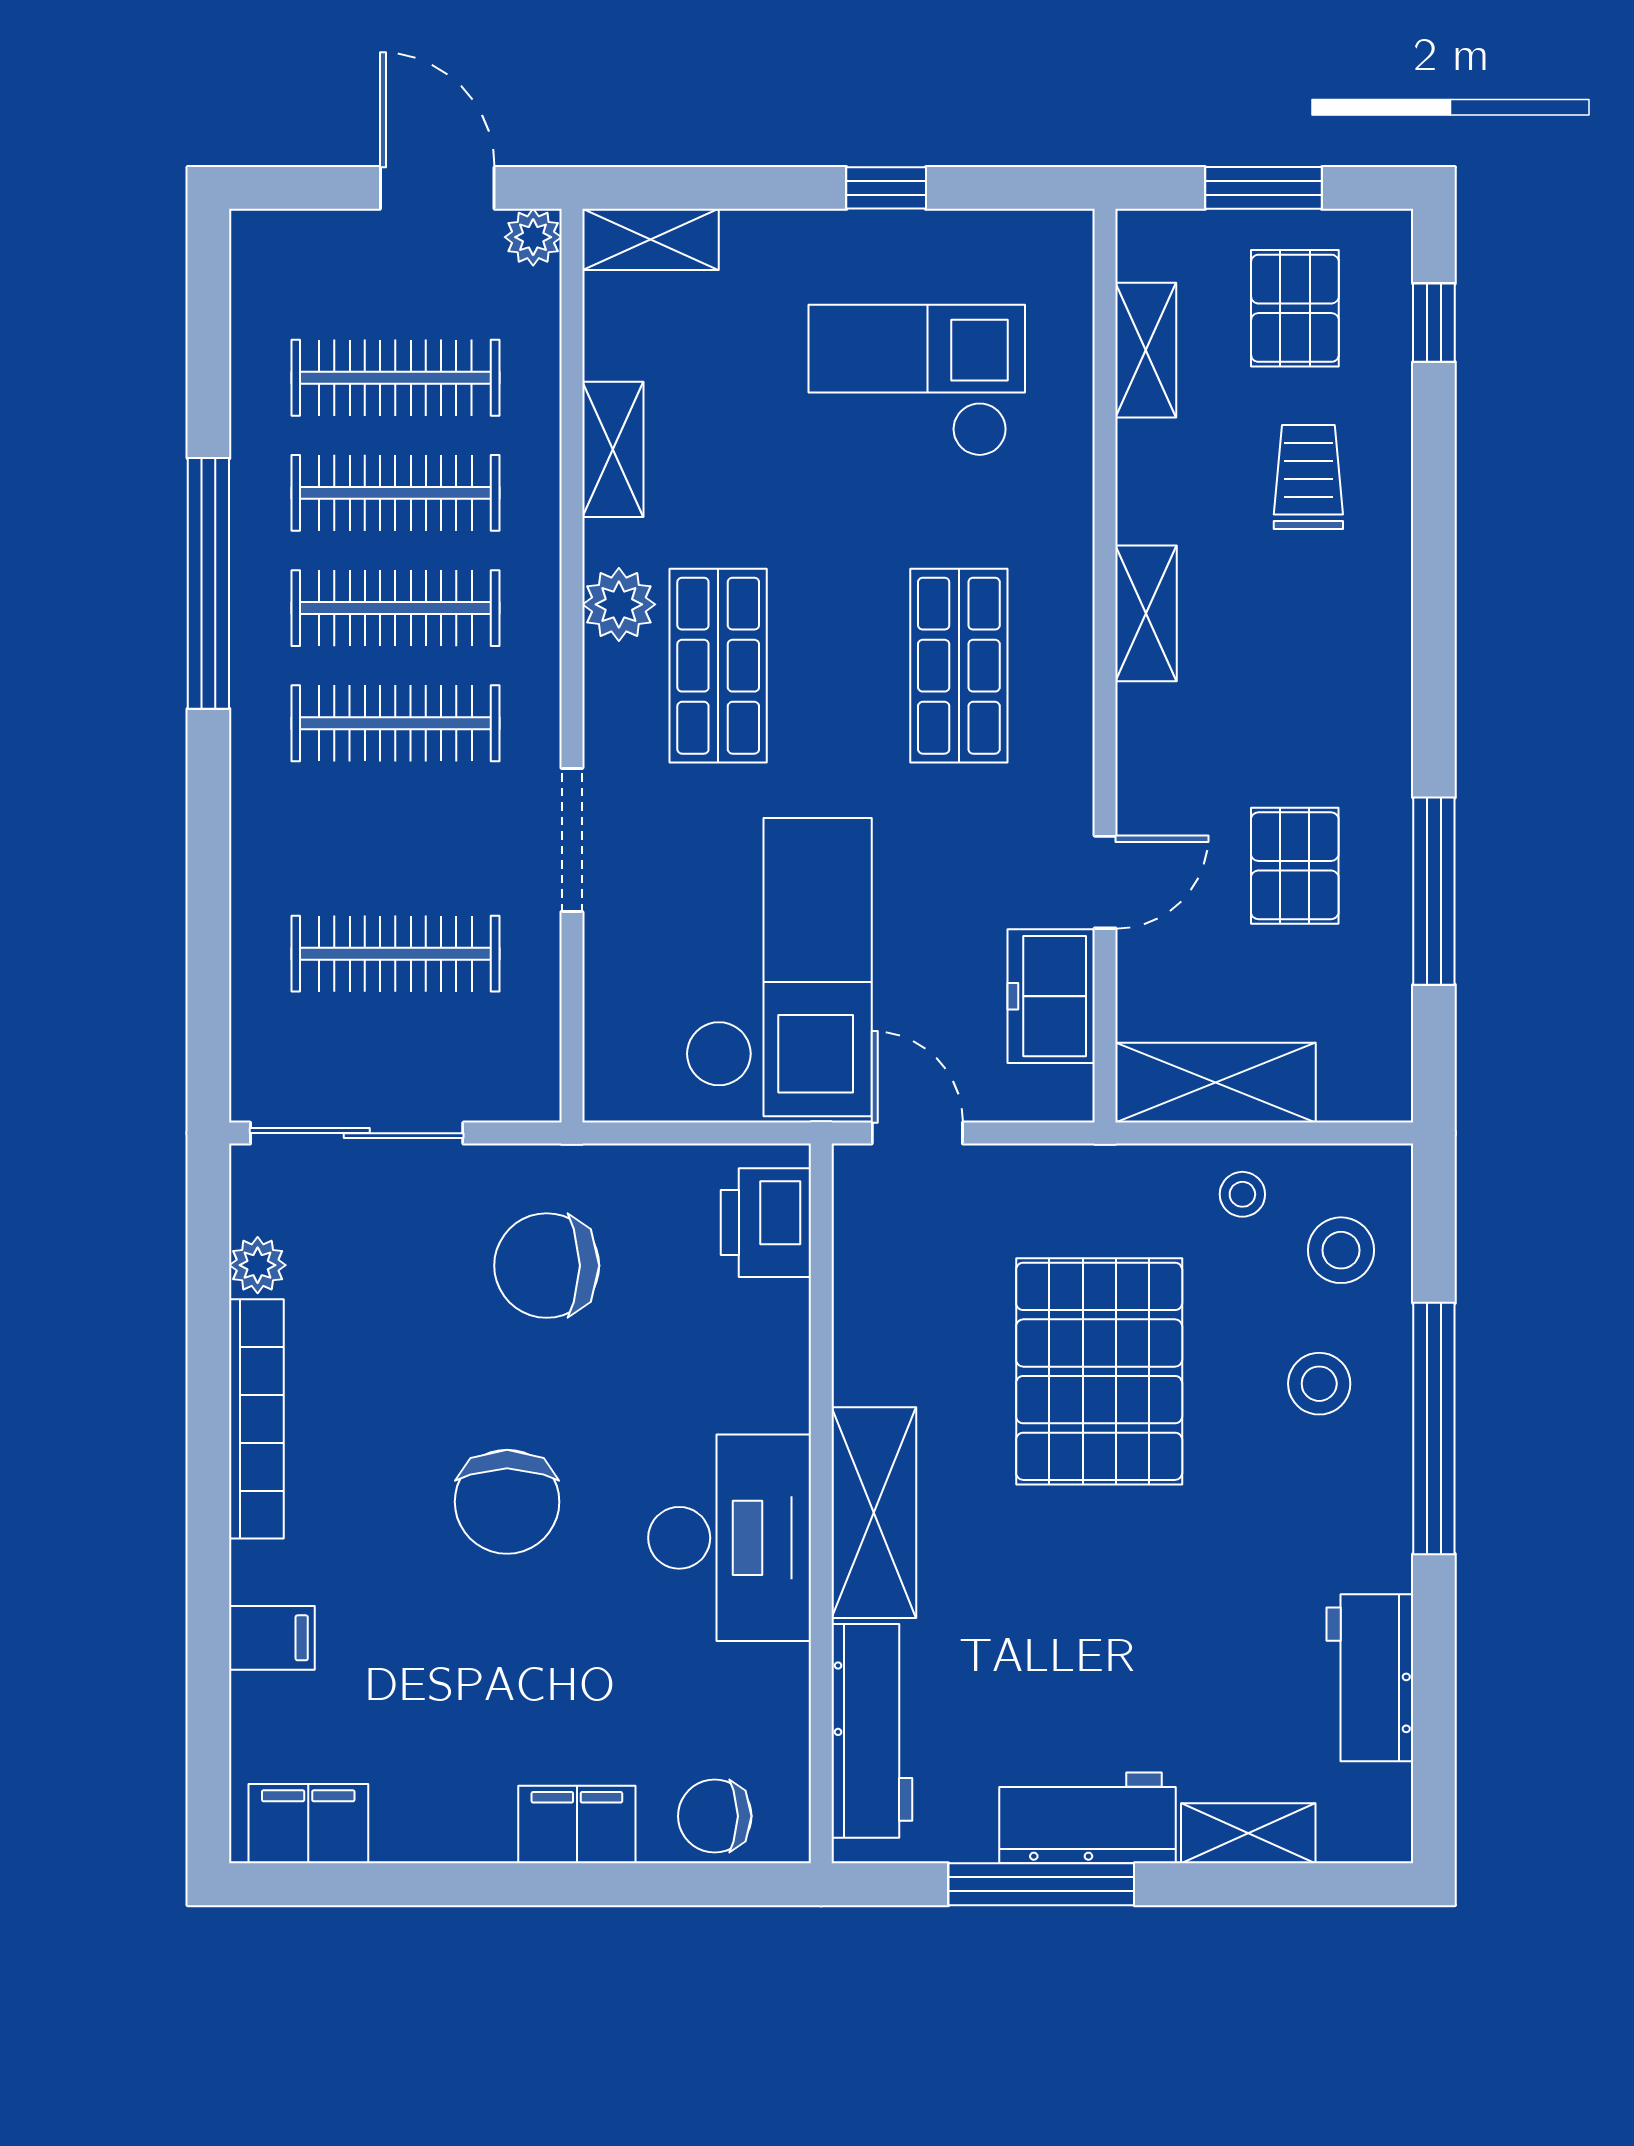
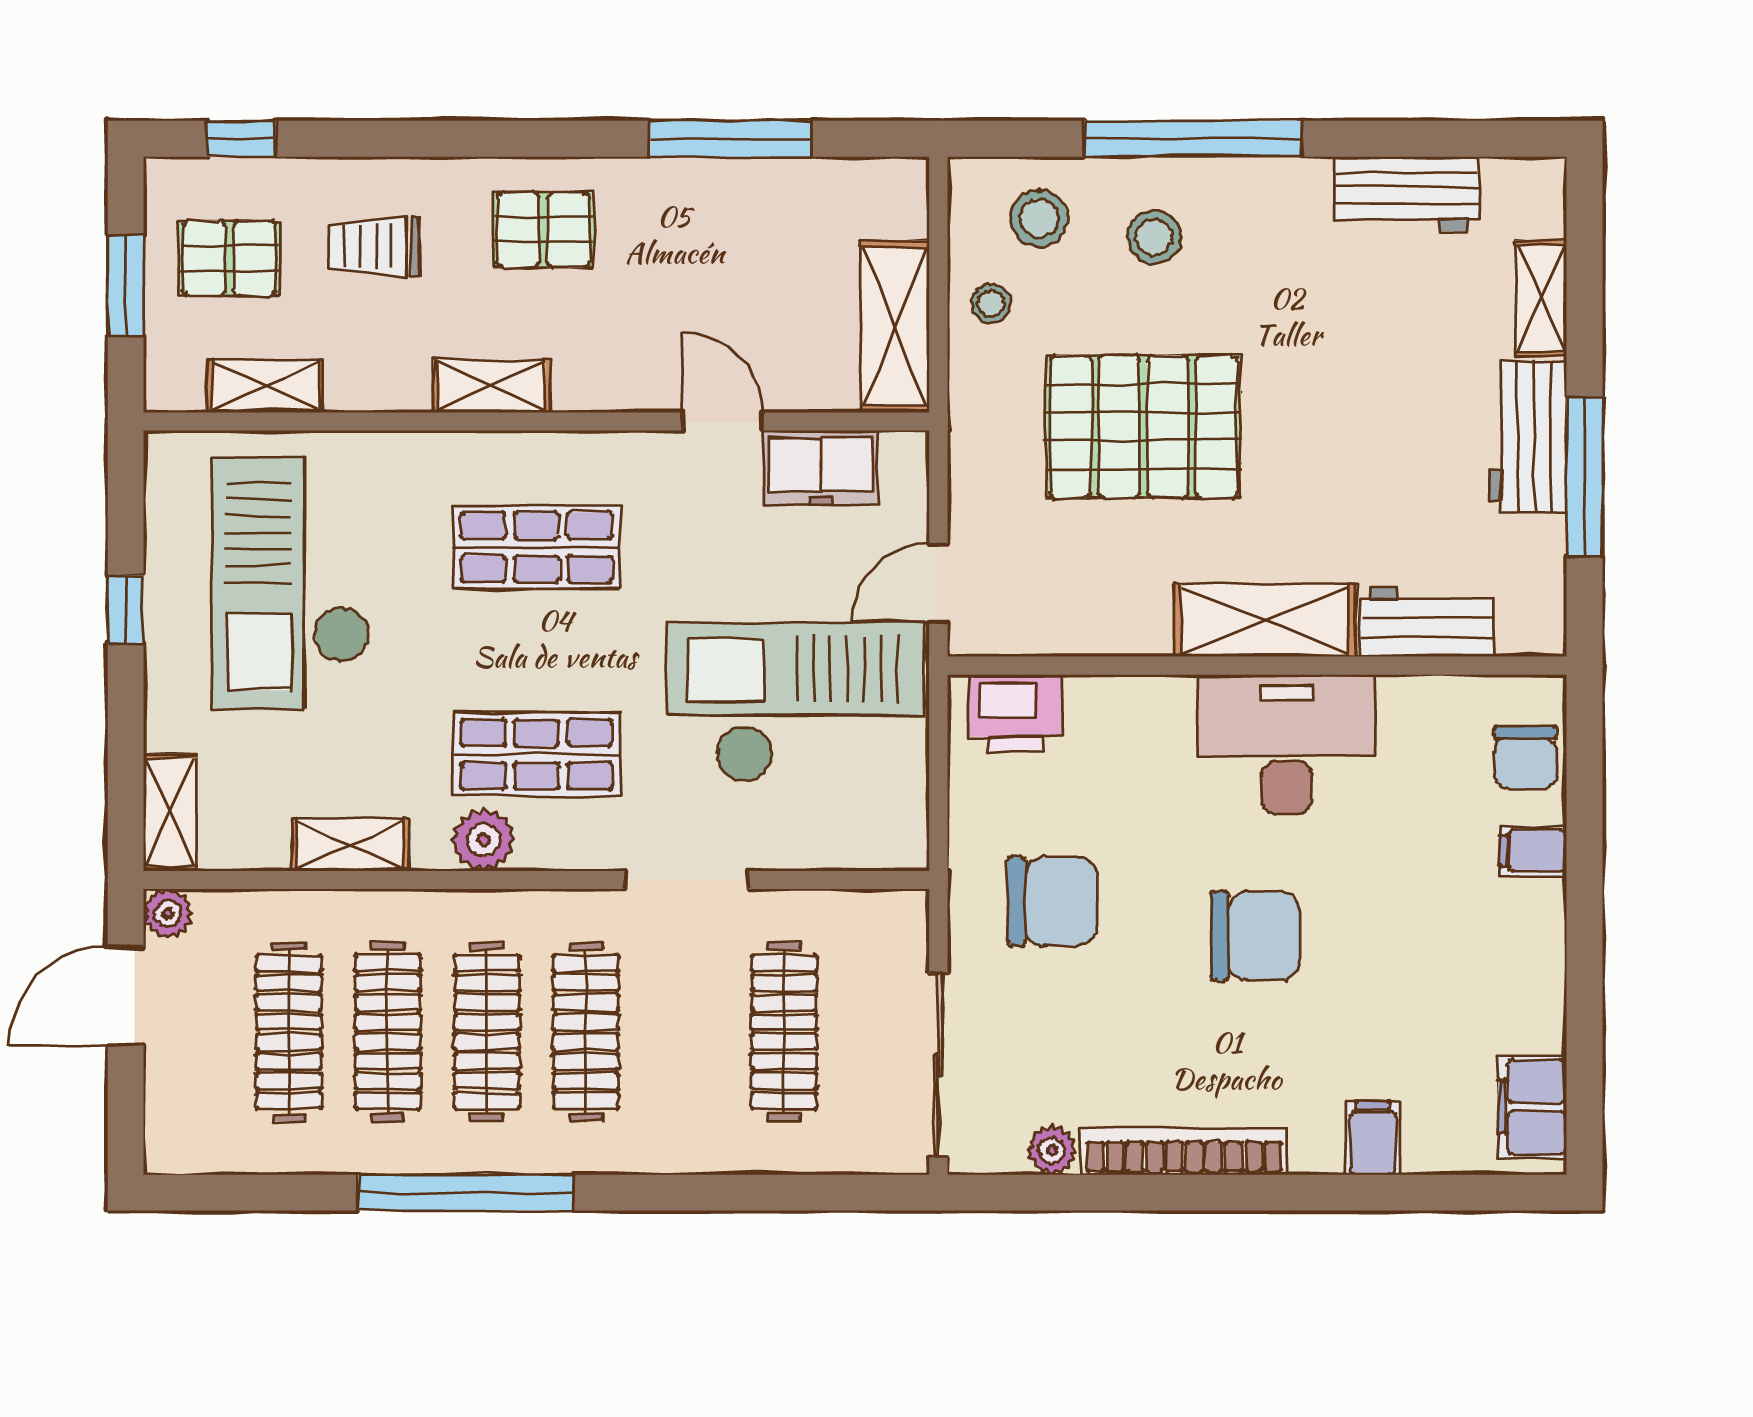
checkout: (917, 381) -> (291, 583), width x1.36, depth x1.21
pallet: (1295, 866) -> (543, 230), moved
chair: (547, 1266) -> (1052, 902), turned -90
workbench: (872, 1731) -> (1427, 622), width x0.73
filing cabinet: (577, 1825) -> (1533, 851), width x0.50

